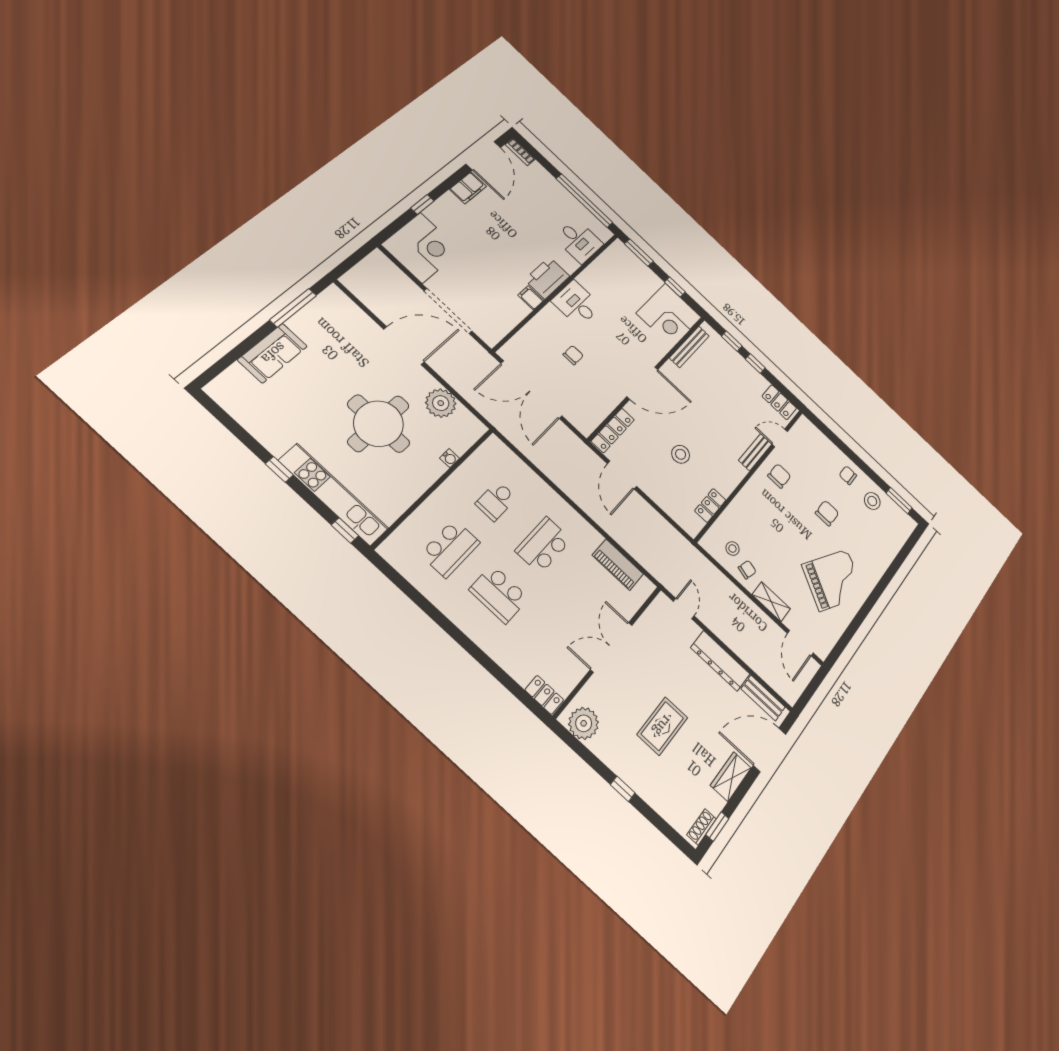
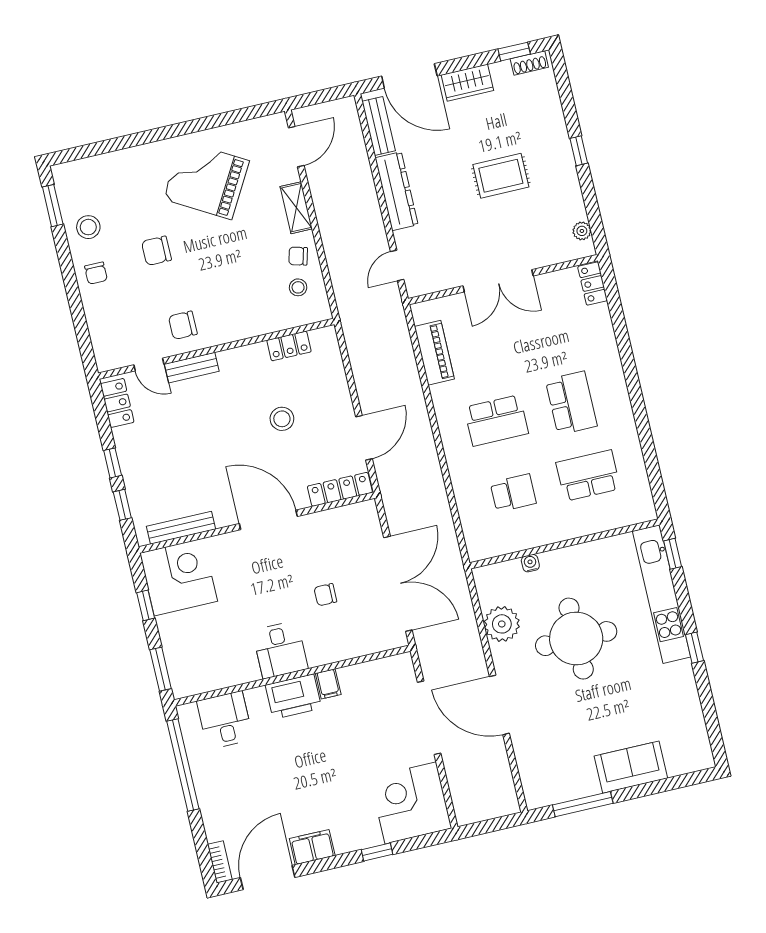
plant: (584, 723) -> (582, 231), width x0.53, depth x0.53

